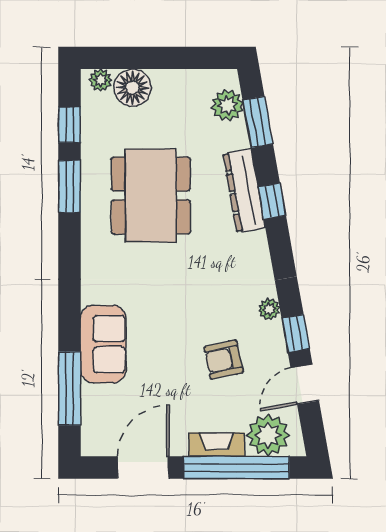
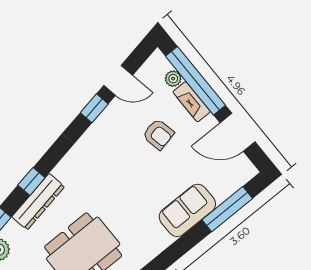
plant: (269, 309) -> (93, 134), removed
armchair: (224, 360) -> (158, 134), moved
plant: (268, 435) -> (173, 79), width x0.53, depth x0.53

